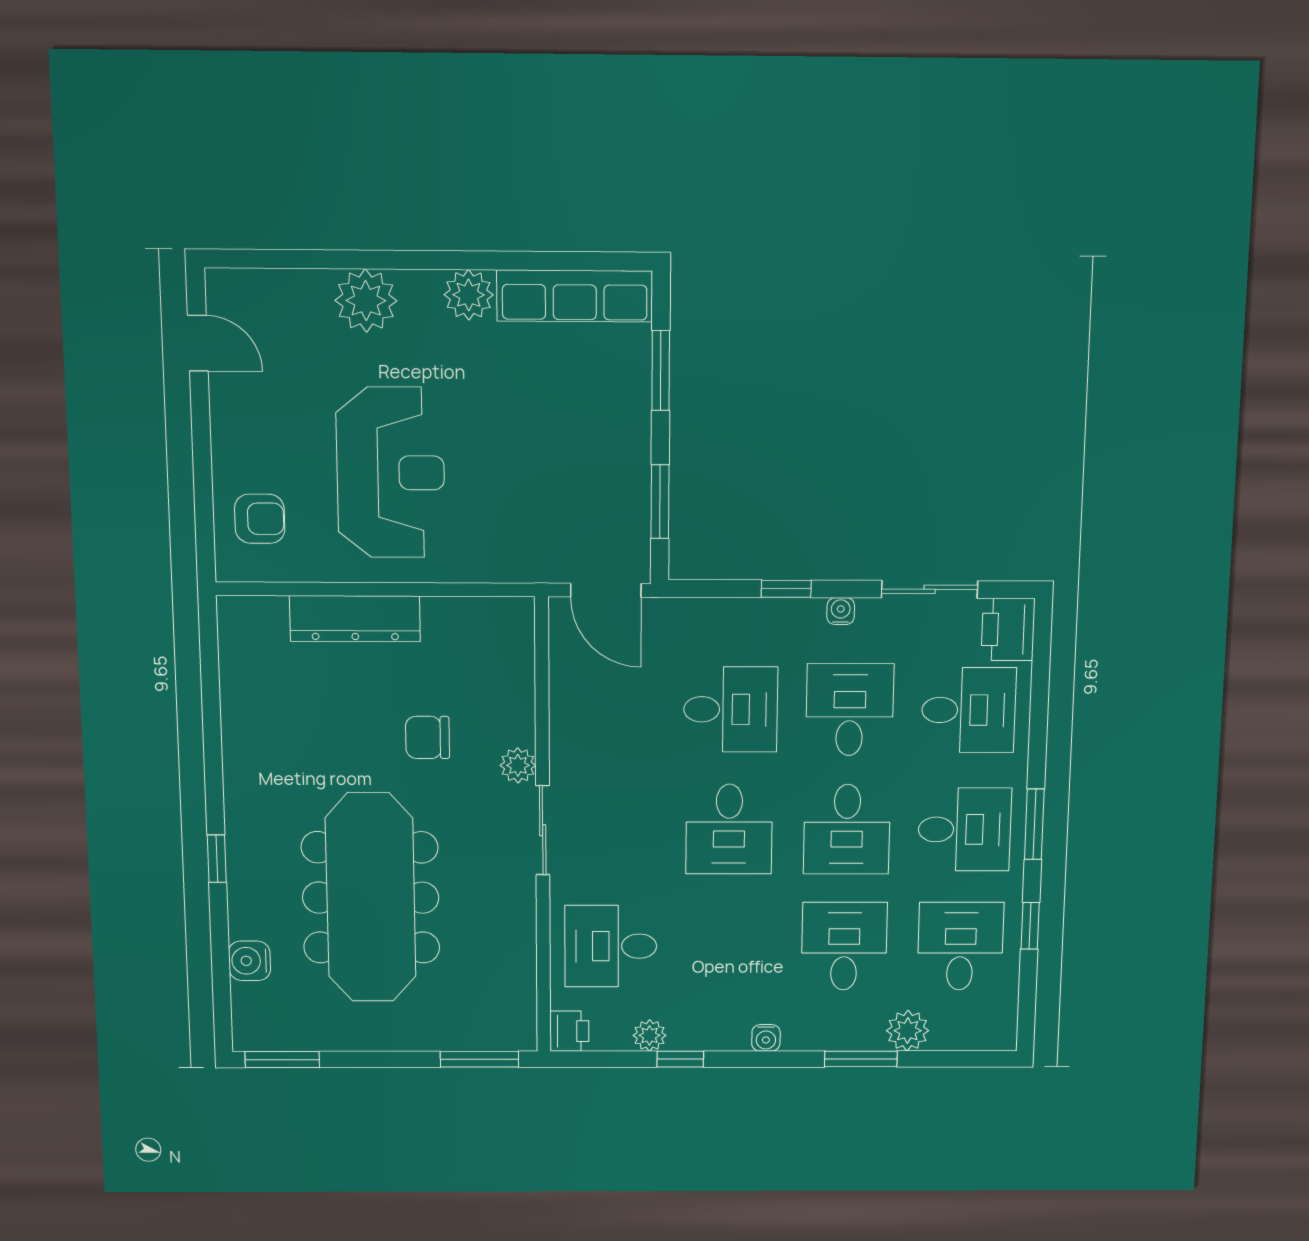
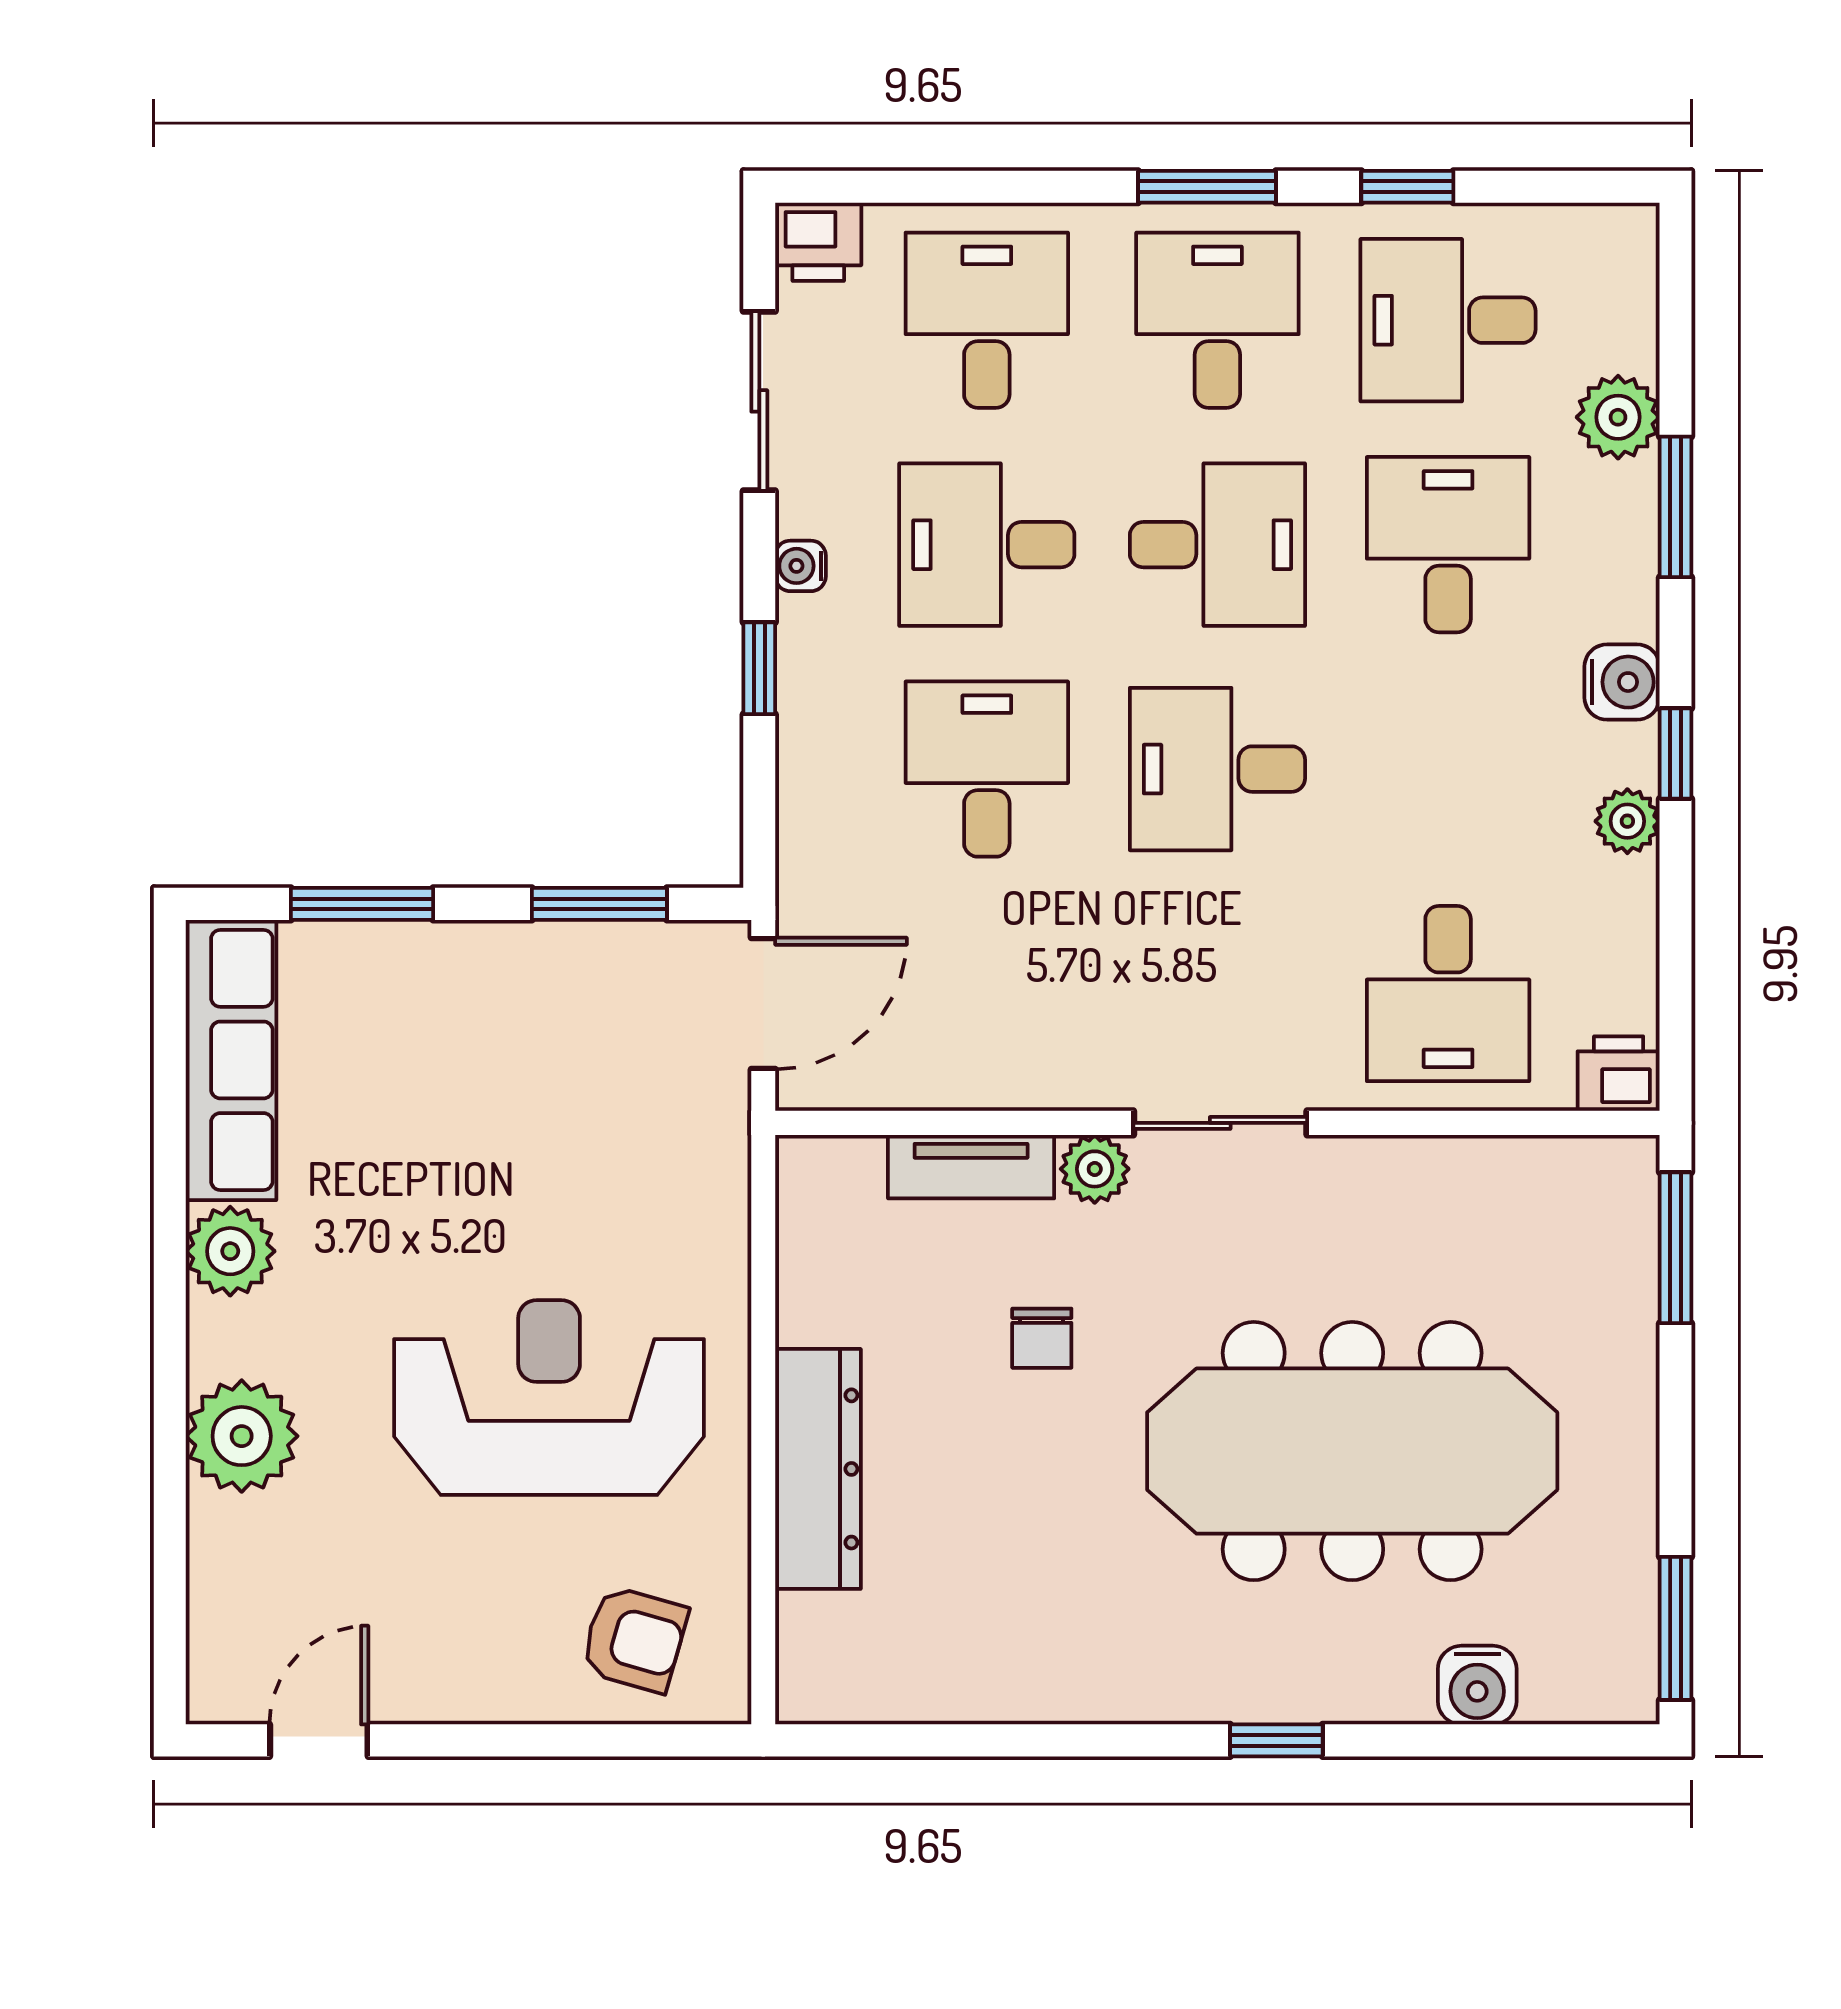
armchair: (260, 519) -> (634, 1639), turned 106
printer: (1008, 630) -> (818, 242), width x0.73, depth x0.81
tv unit: (519, 701) -> (971, 1167), added
chair: (427, 737) -> (1042, 1338), width x0.73, depth x0.73
desk: (729, 829) -> (1217, 769), turned 180
desk: (844, 946) -> (1448, 545), turned 90
plant: (650, 1035) -> (1627, 821), moved
water cooler: (766, 1038) -> (1622, 682), width x1.38, depth x1.38
window: (680, 1059) -> (1676, 753), moved

